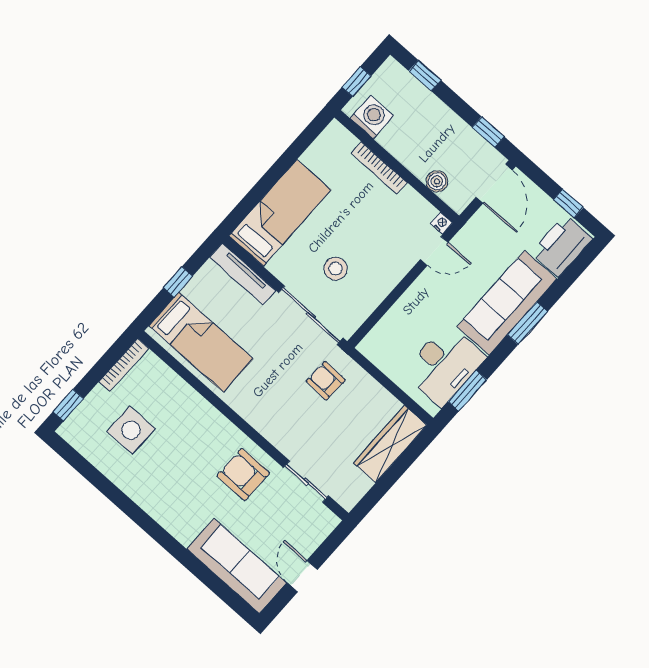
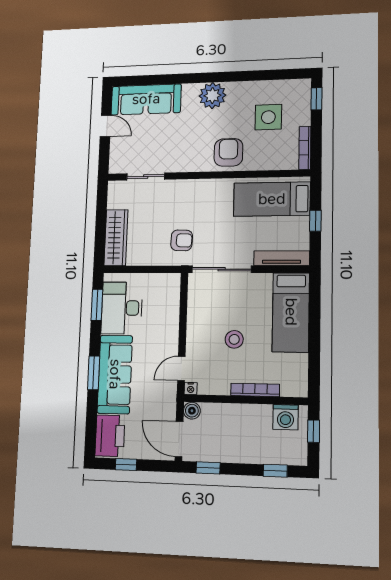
boiler: (437, 181) -> (192, 411), moved
stool: (335, 269) -> (234, 339), moved
armchair: (243, 474) -> (228, 152), moved, turned -90
plant: (166, 506) -> (212, 96), added

